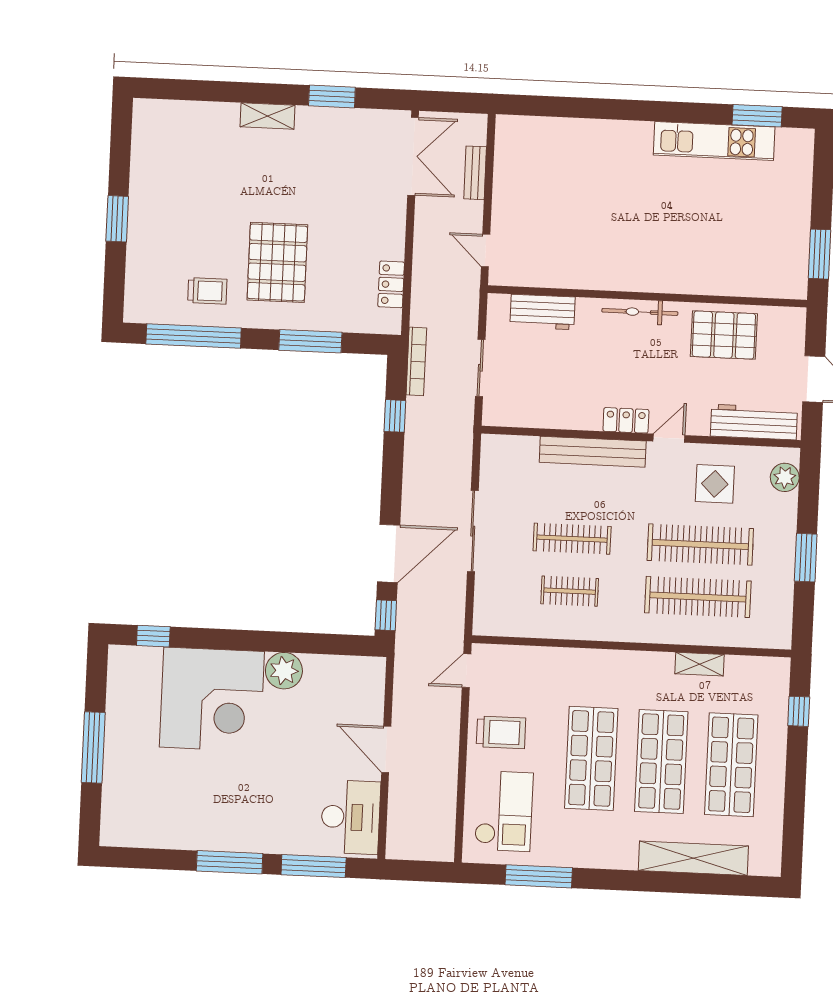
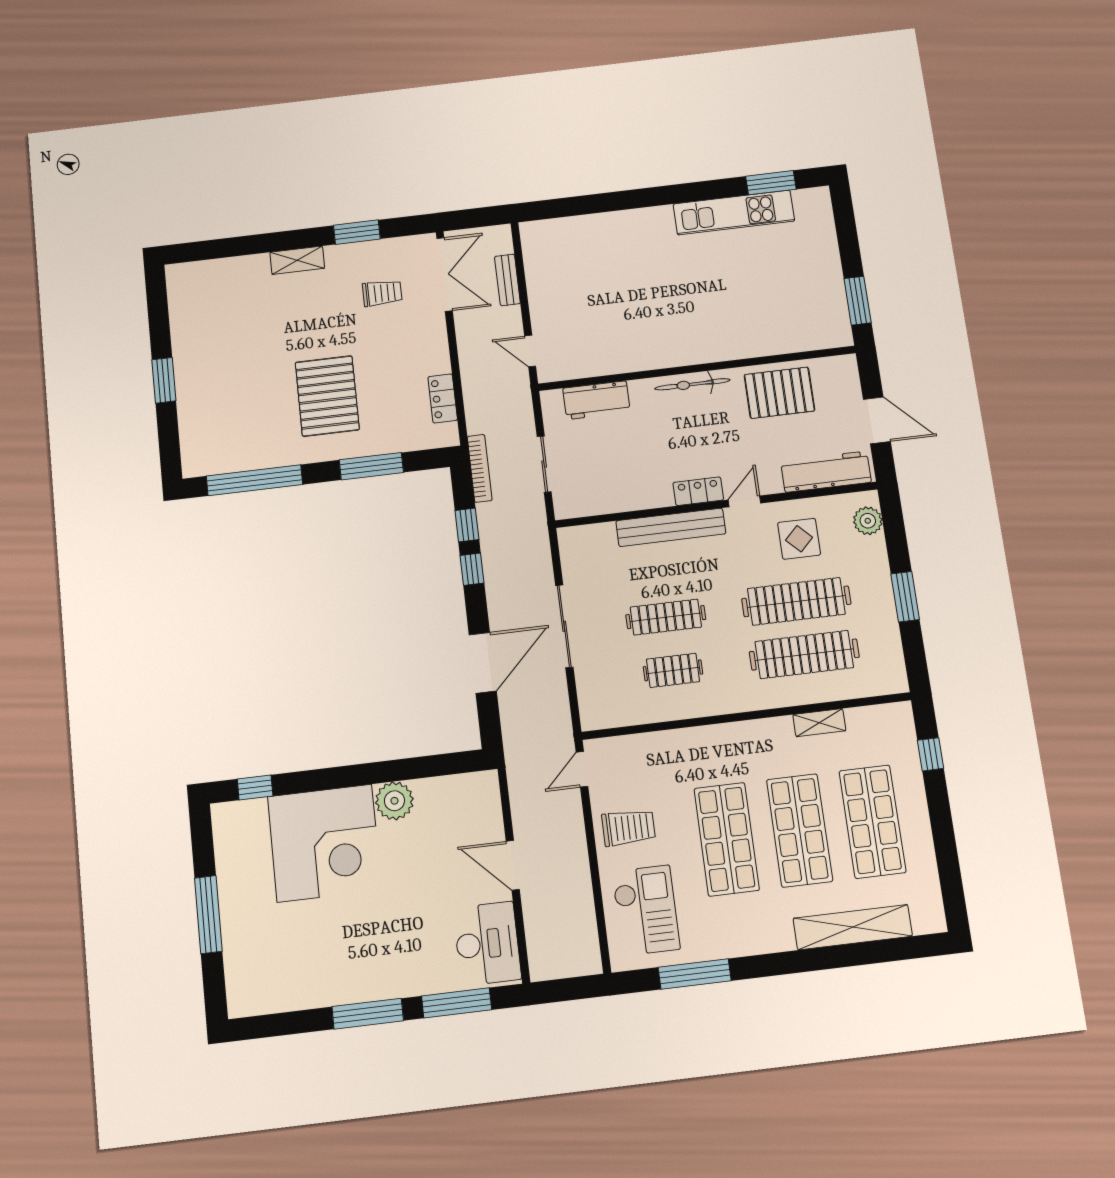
trolley: (207, 291) -> (382, 293), moved
window: (386, 615) -> (472, 569), moved

